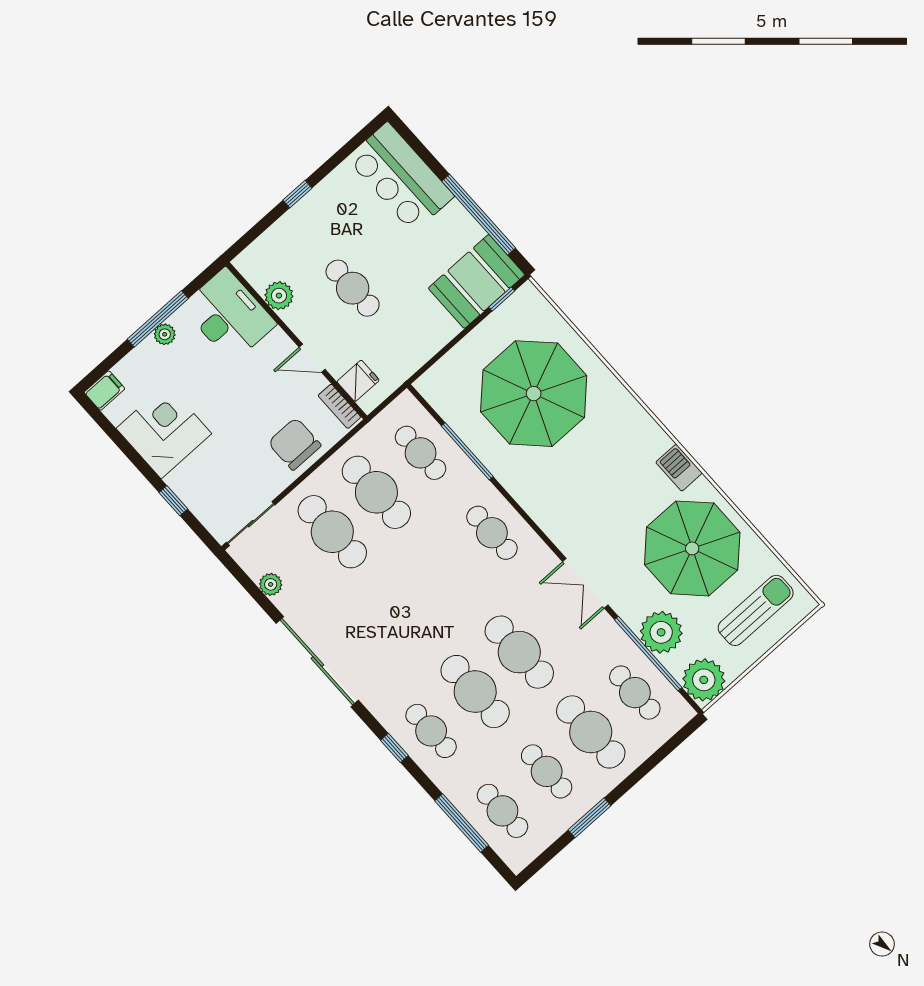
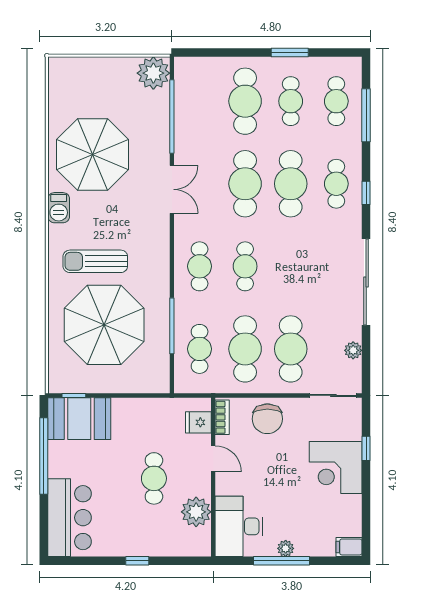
plant: (279, 296) -> (196, 512), width x1.36, depth x1.36
corner desk: (164, 431) -> (336, 467), moved
sun lounger: (756, 610) -> (95, 261), moved
plant: (661, 632) -> (153, 122), removed
cafe table: (635, 693) -> (245, 266), moved

